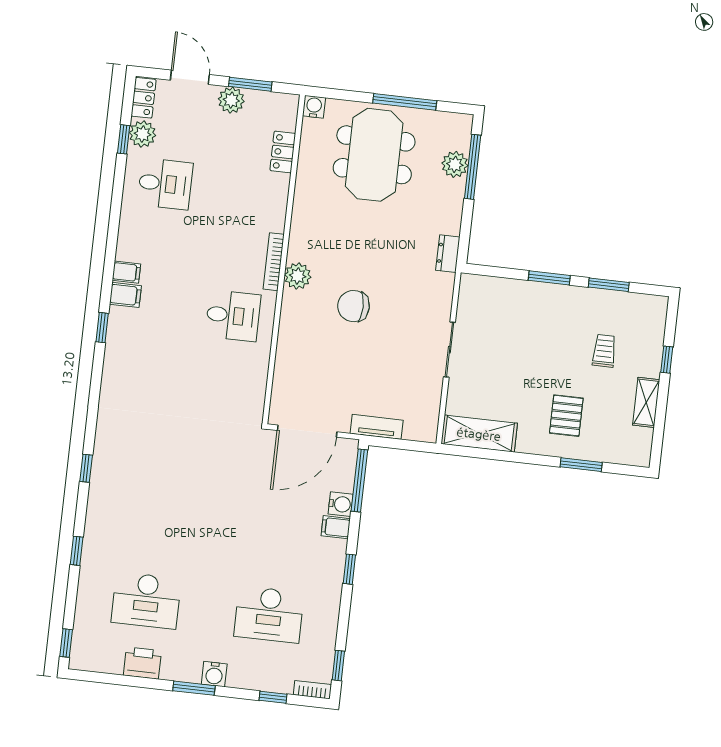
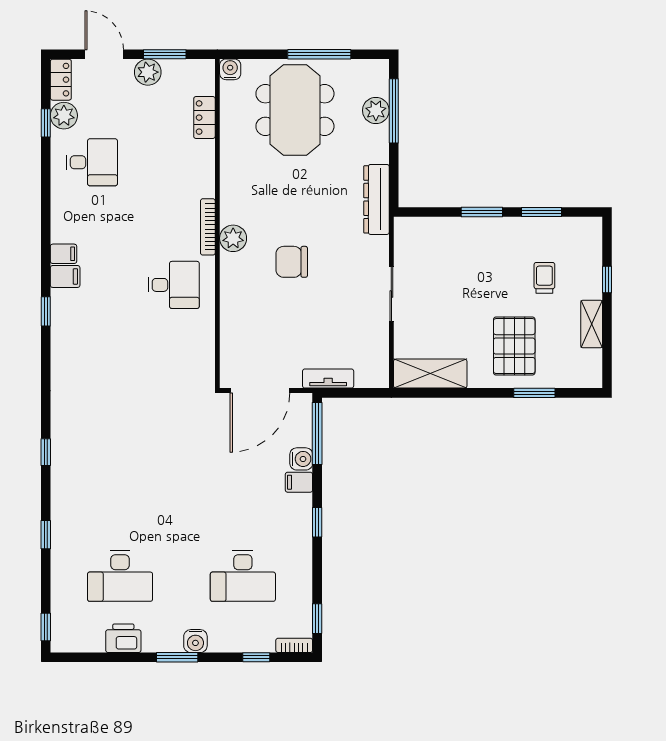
dresser: (448, 254) -> (376, 199), width x1.96, depth x1.24
pallet: (566, 416) -> (514, 346), width x1.50, depth x1.42

